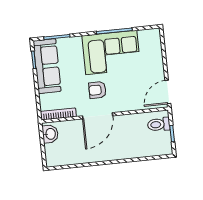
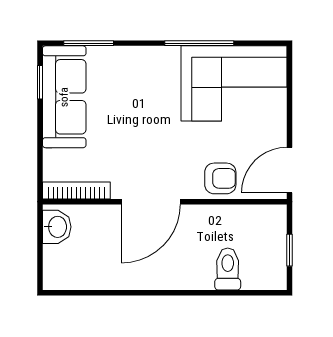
corner sofa: (111, 52) -> (234, 83), moved
armchair: (97, 90) -> (220, 178), moved, turned 180
toilet: (159, 124) -> (228, 269), moved, turned 90

